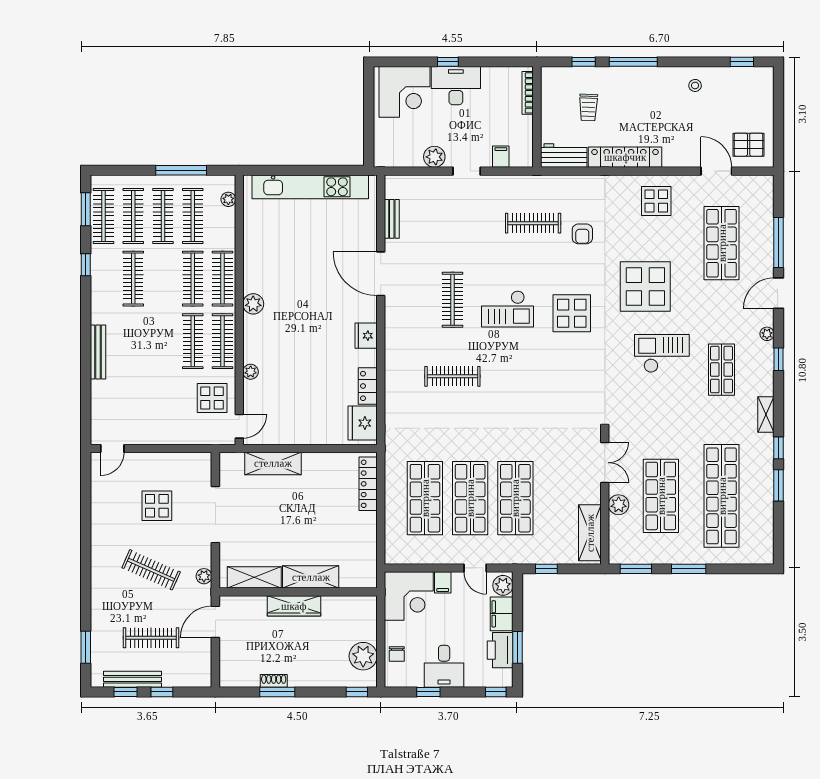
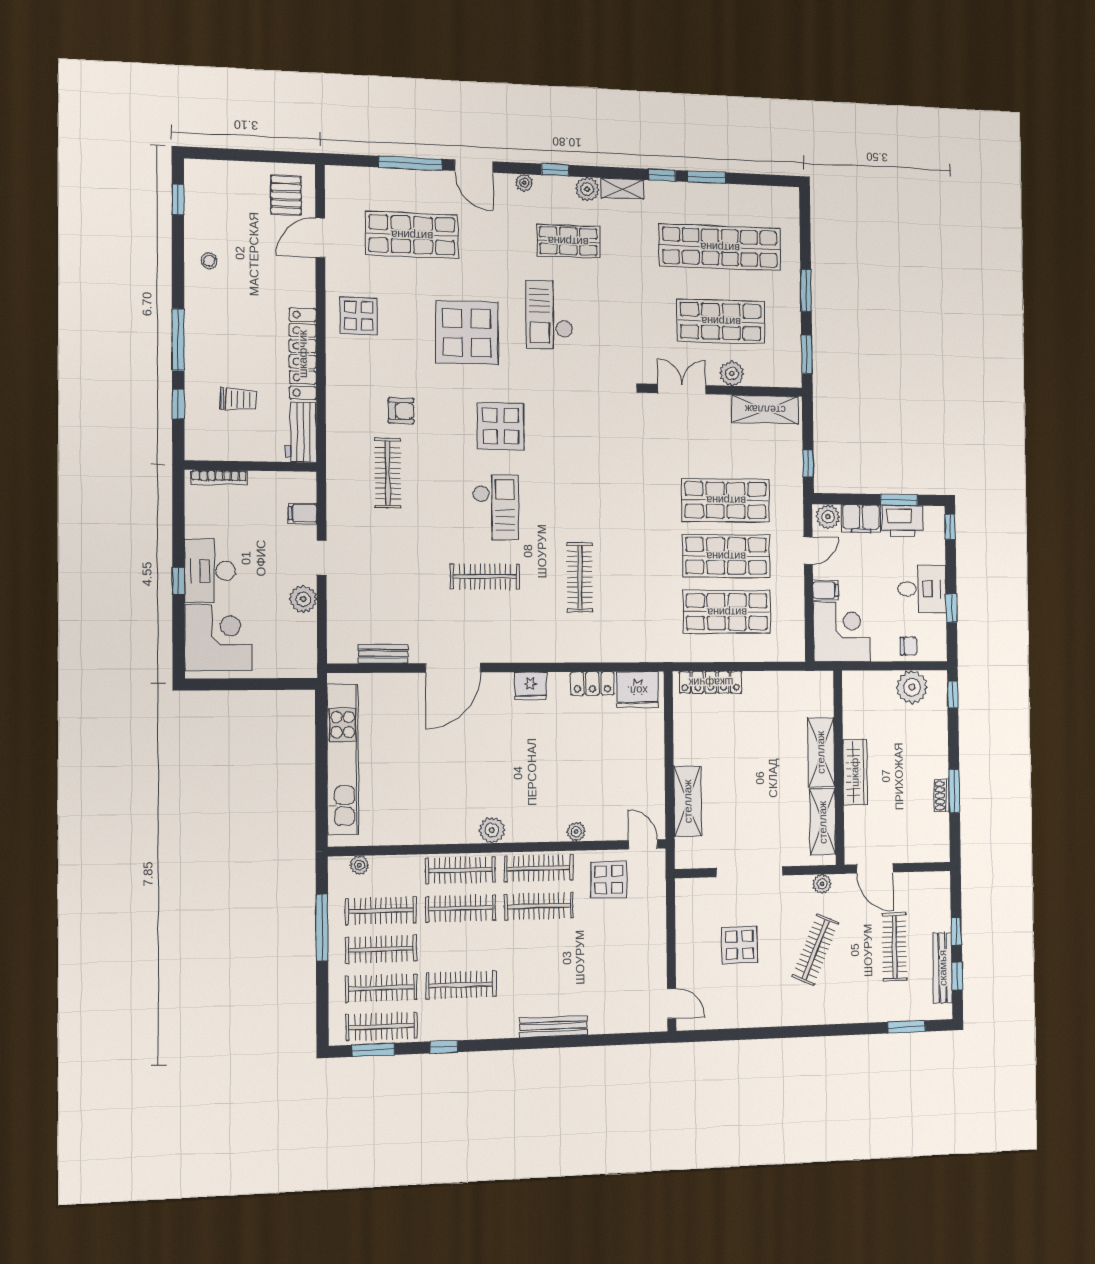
plant: (764, 385) -> (587, 189), added

